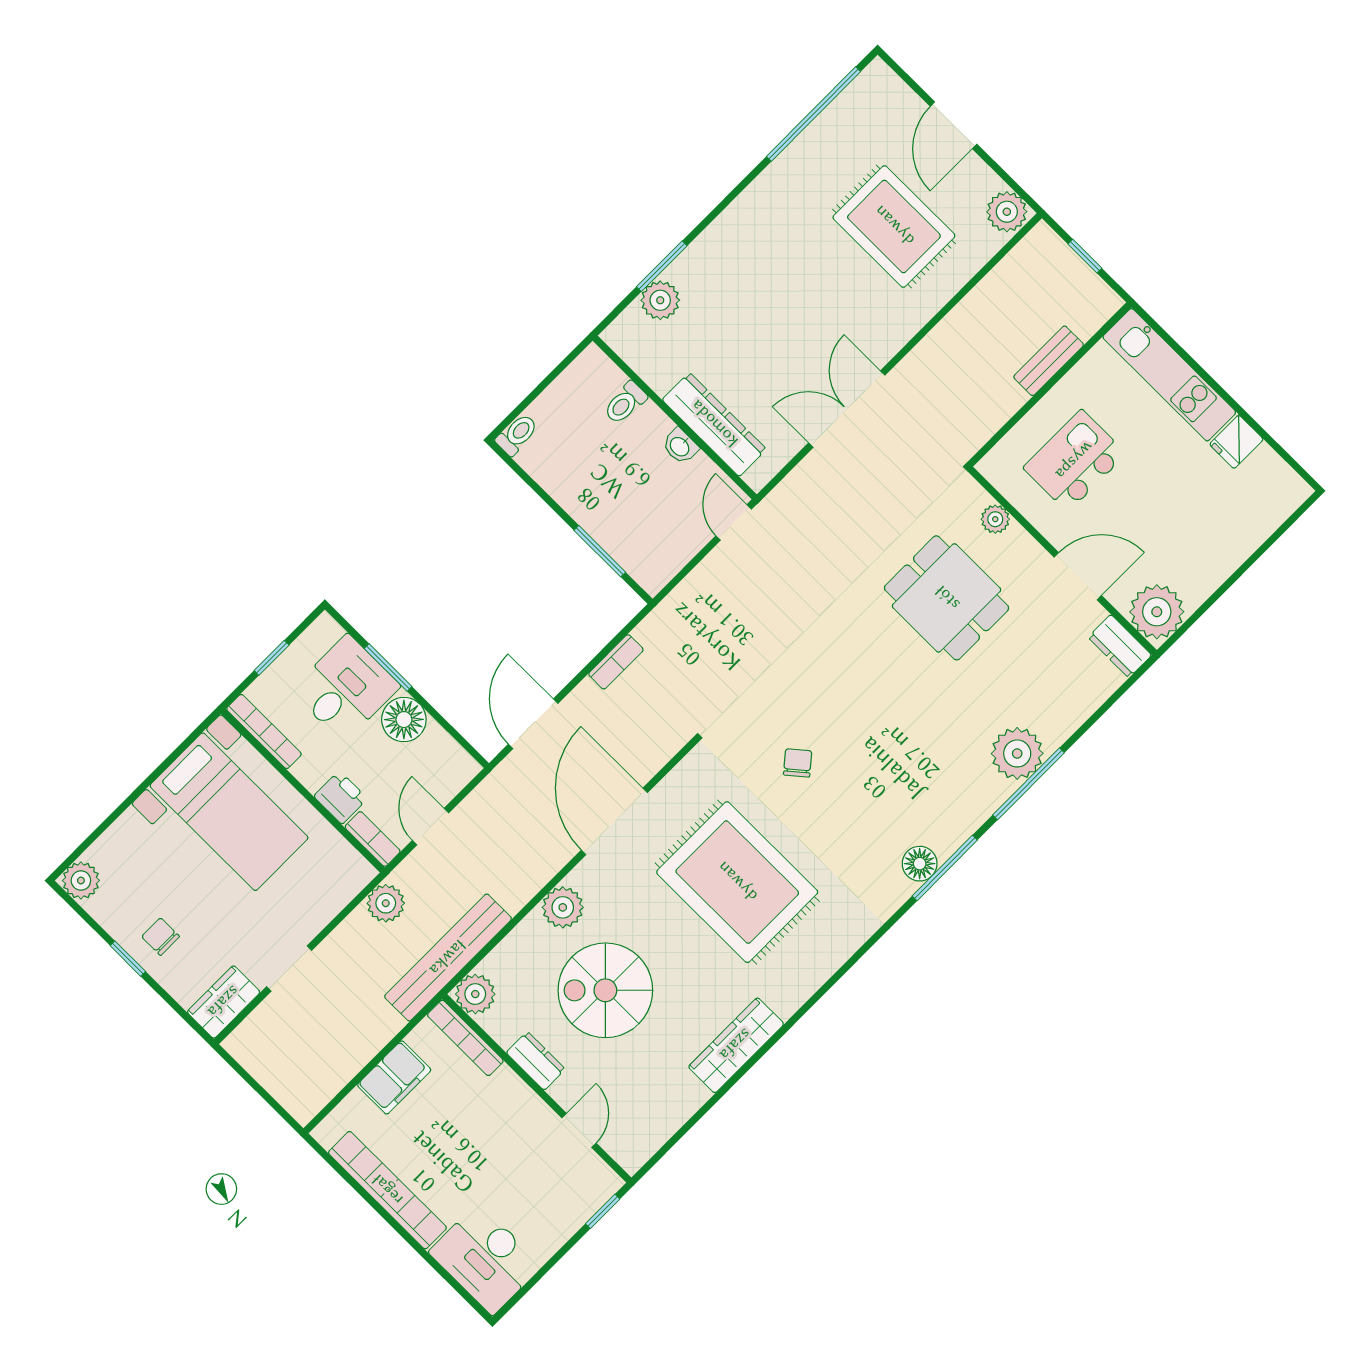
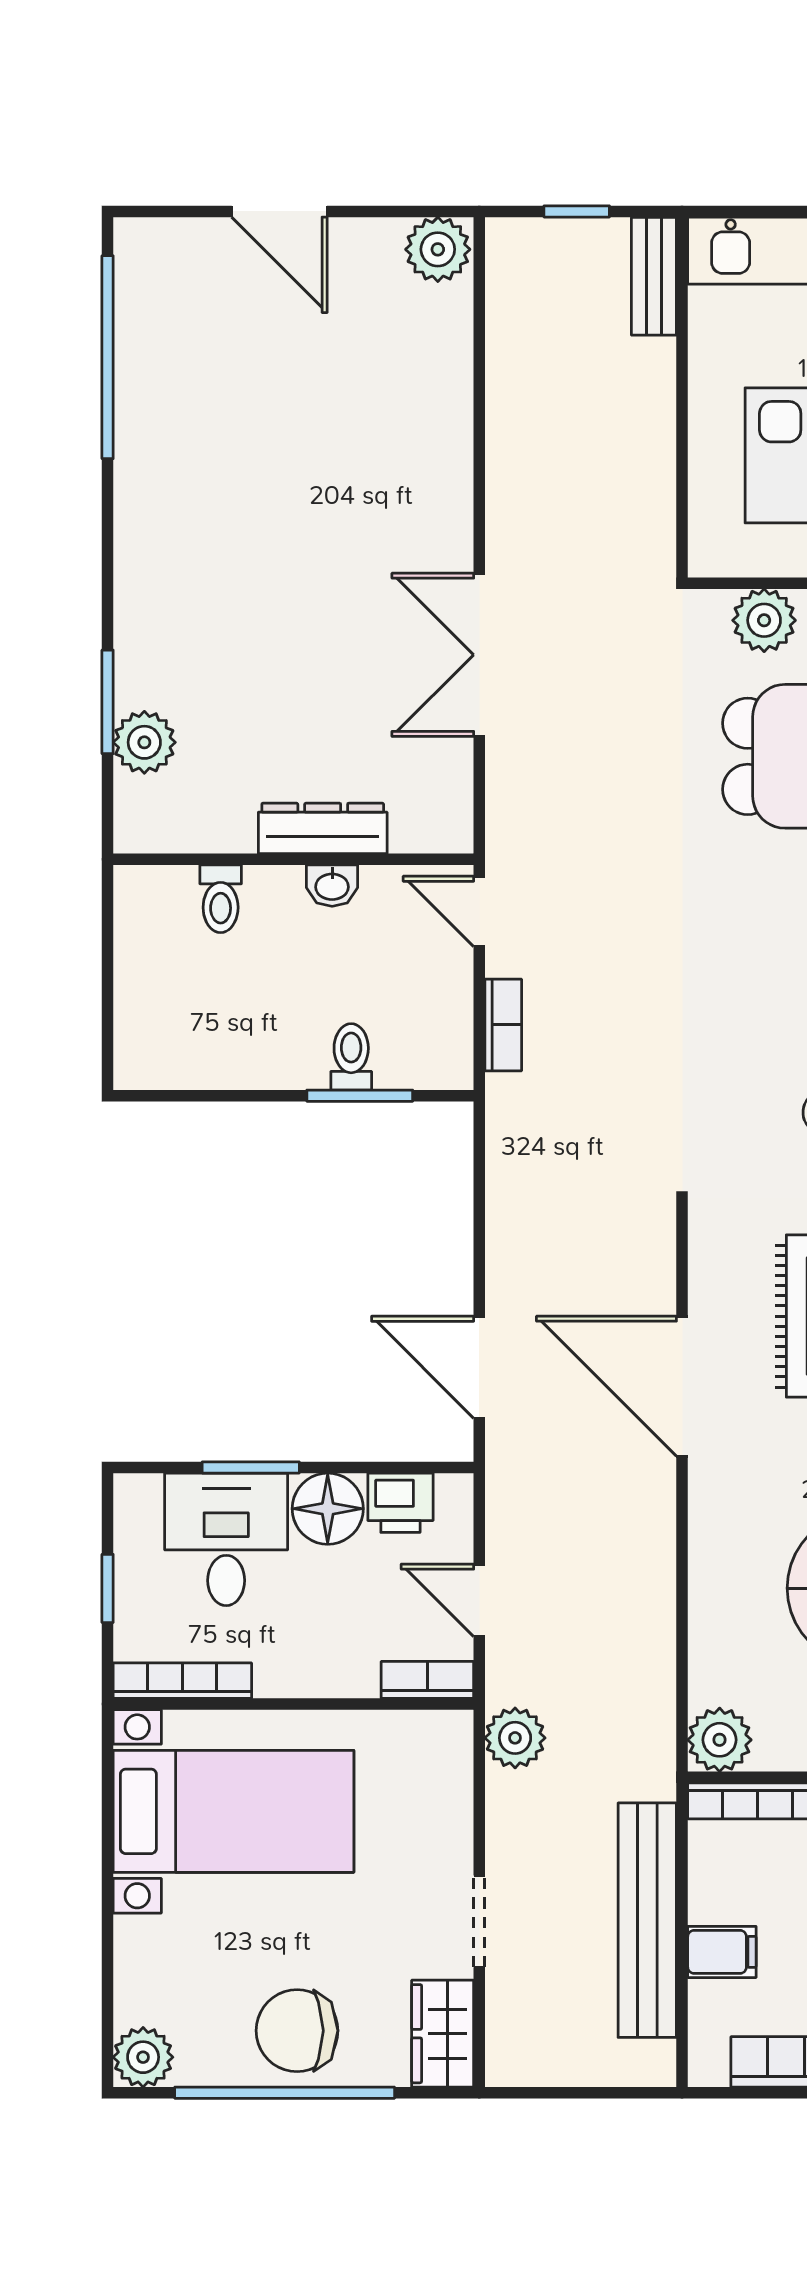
rug: (894, 226) -> (326, 394), removed
bench: (1049, 361) -> (654, 276), moved
dresser: (714, 424) -> (323, 828), width x0.73, depth x0.80
toilet: (517, 434) -> (351, 1057), moved
plant: (995, 519) -> (764, 620), width x1.38, depth x1.38
bookcase: (616, 662) -> (503, 1025), moved
printer: (341, 797) -> (400, 1503), moved, turned 180
plant: (563, 907) -> (721, 1542), removed
chair: (161, 937) -> (297, 2031), width x1.87, depth x1.87
bench: (448, 958) -> (647, 1920), moved
window: (128, 959) -> (285, 2093), width x3.17
filing cabinet: (394, 1077) -> (722, 1952), width x0.50

